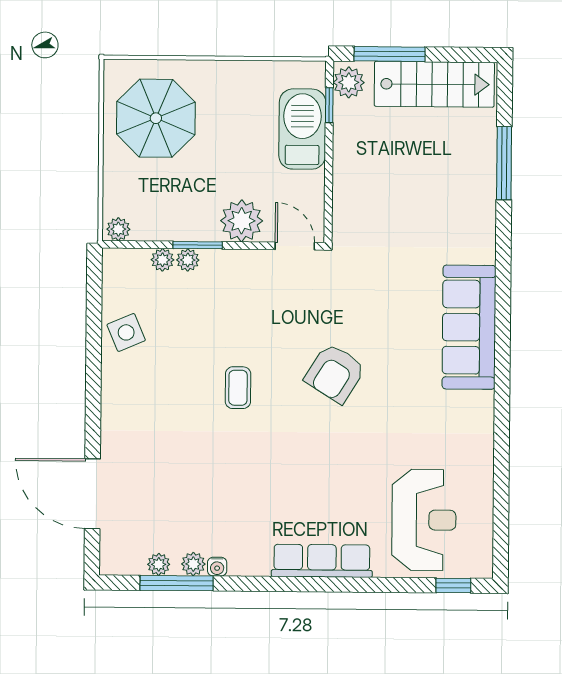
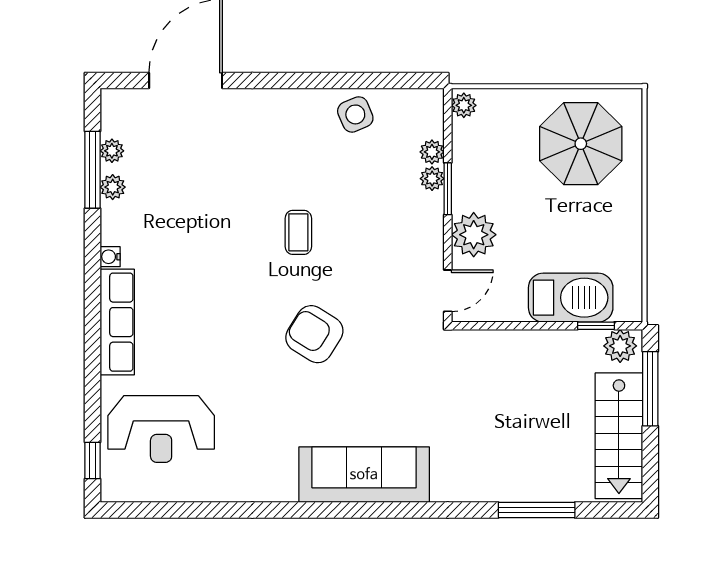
coffee table: (238, 388) -> (298, 232), turned 90
water cooler: (217, 567) -> (110, 257), moved

